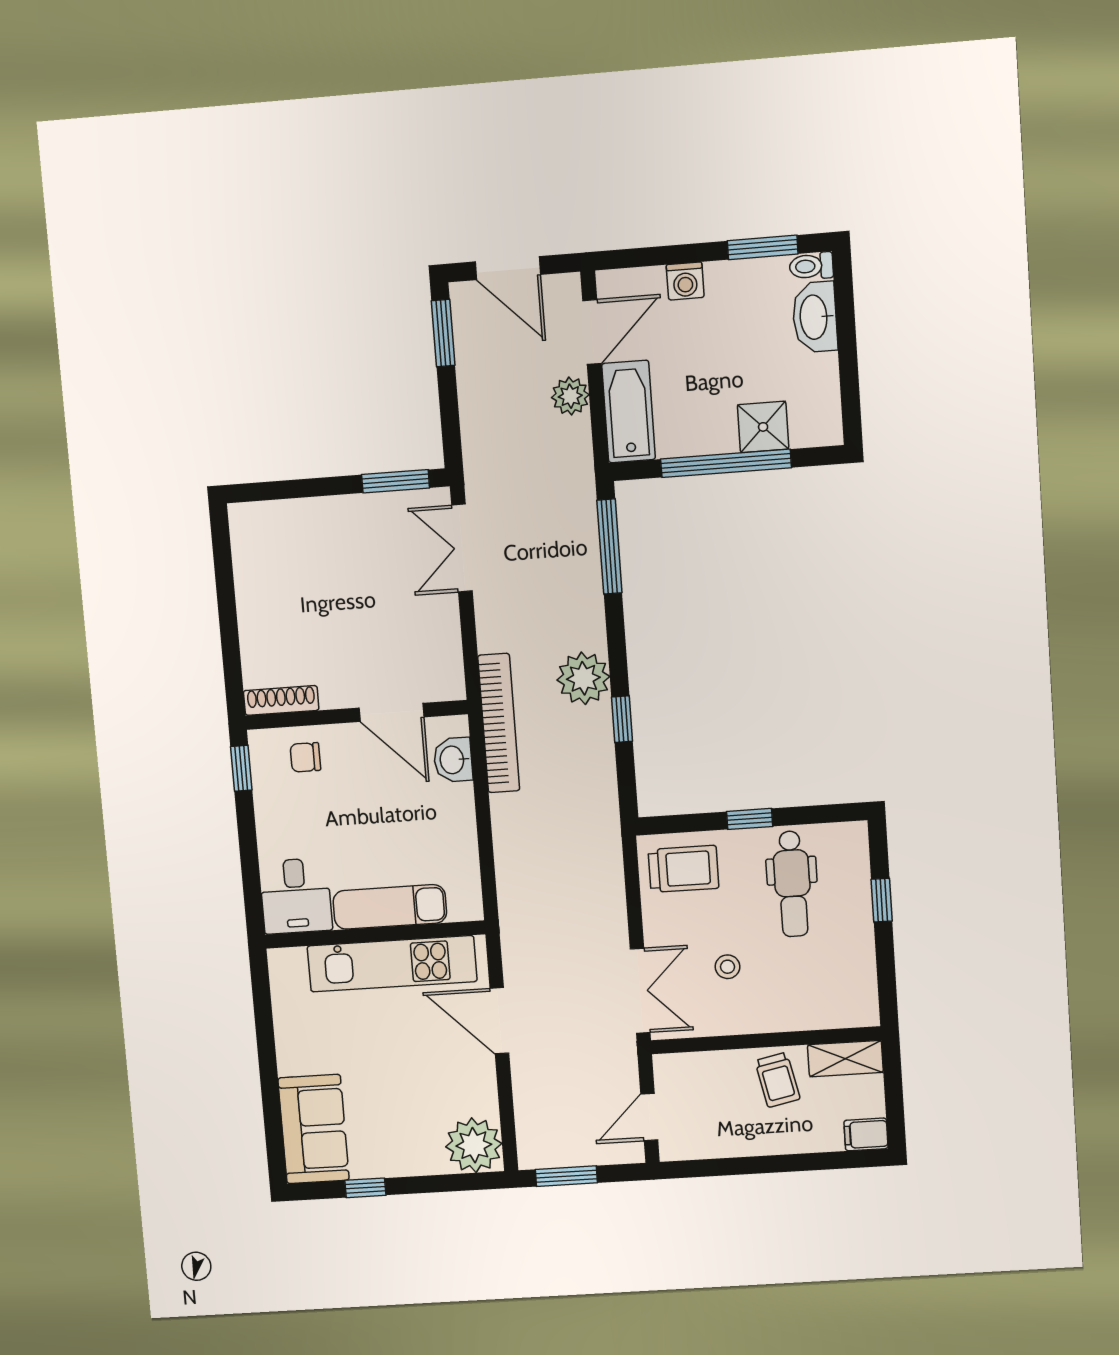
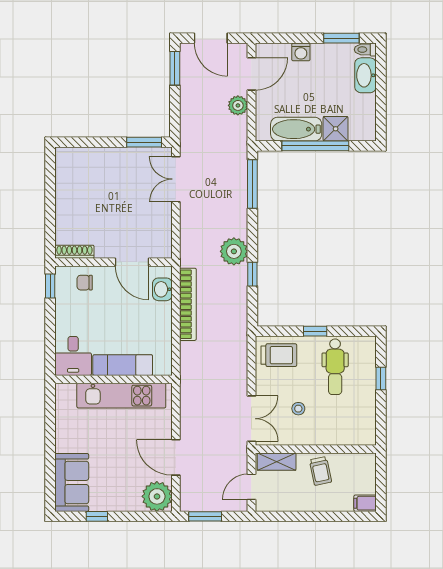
bathtub: (629, 412) -> (296, 129), moved, turned -90
bookcase: (499, 723) -> (188, 304), moved
door: (499, 1021) -> (176, 457), moved
shelving: (845, 1059) -> (277, 462), moved

